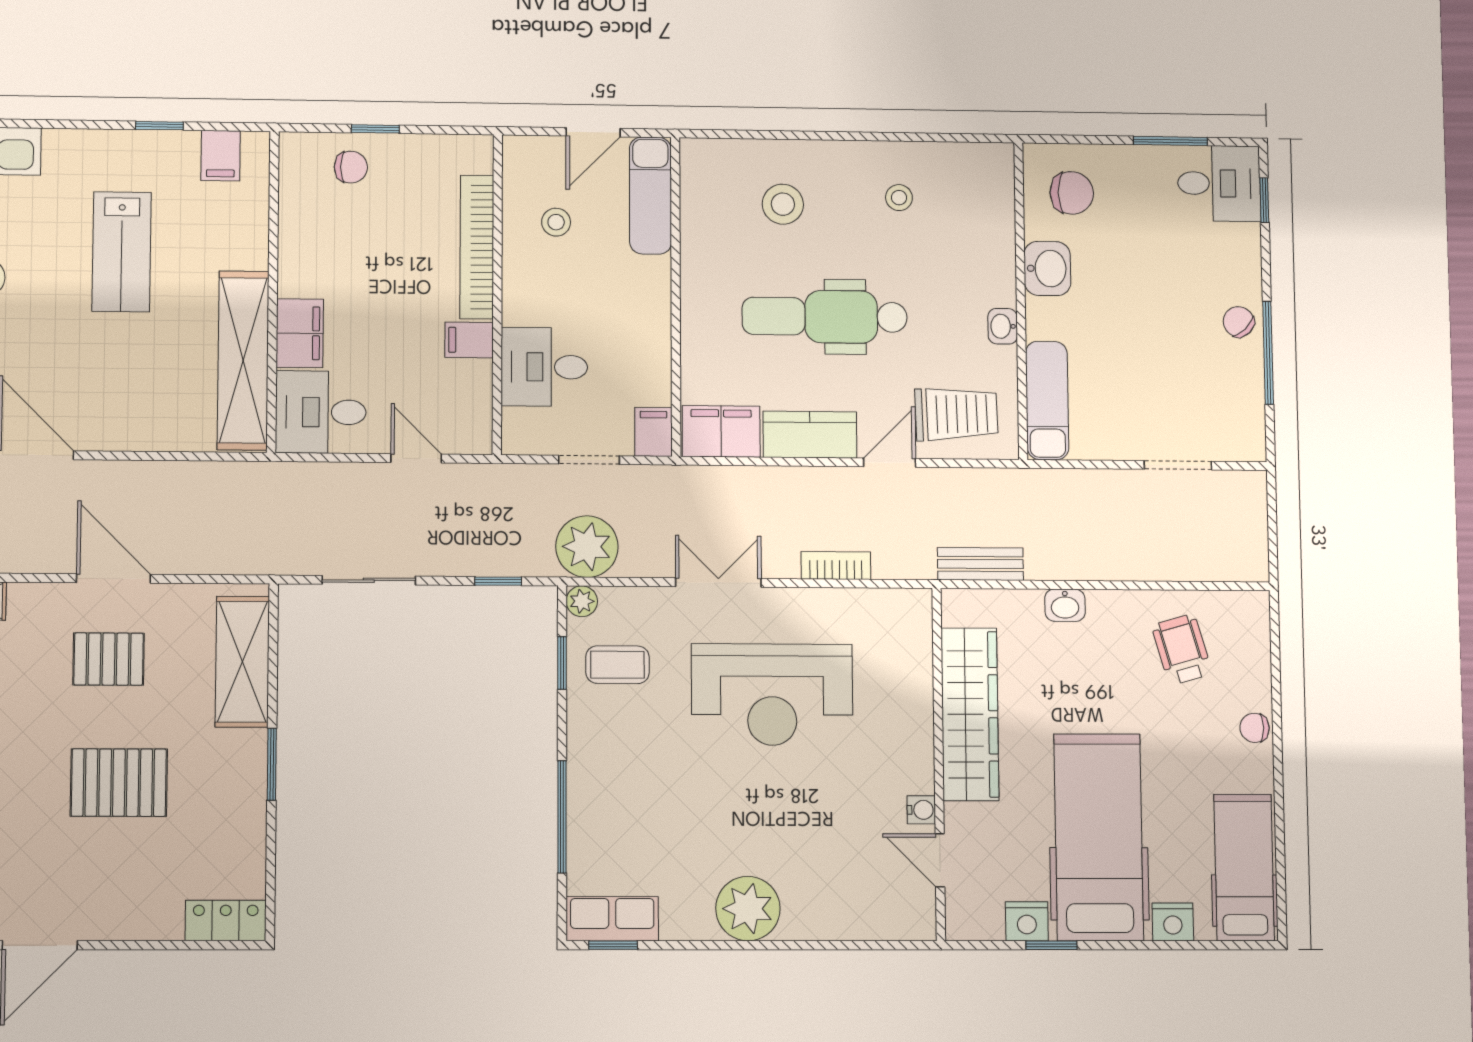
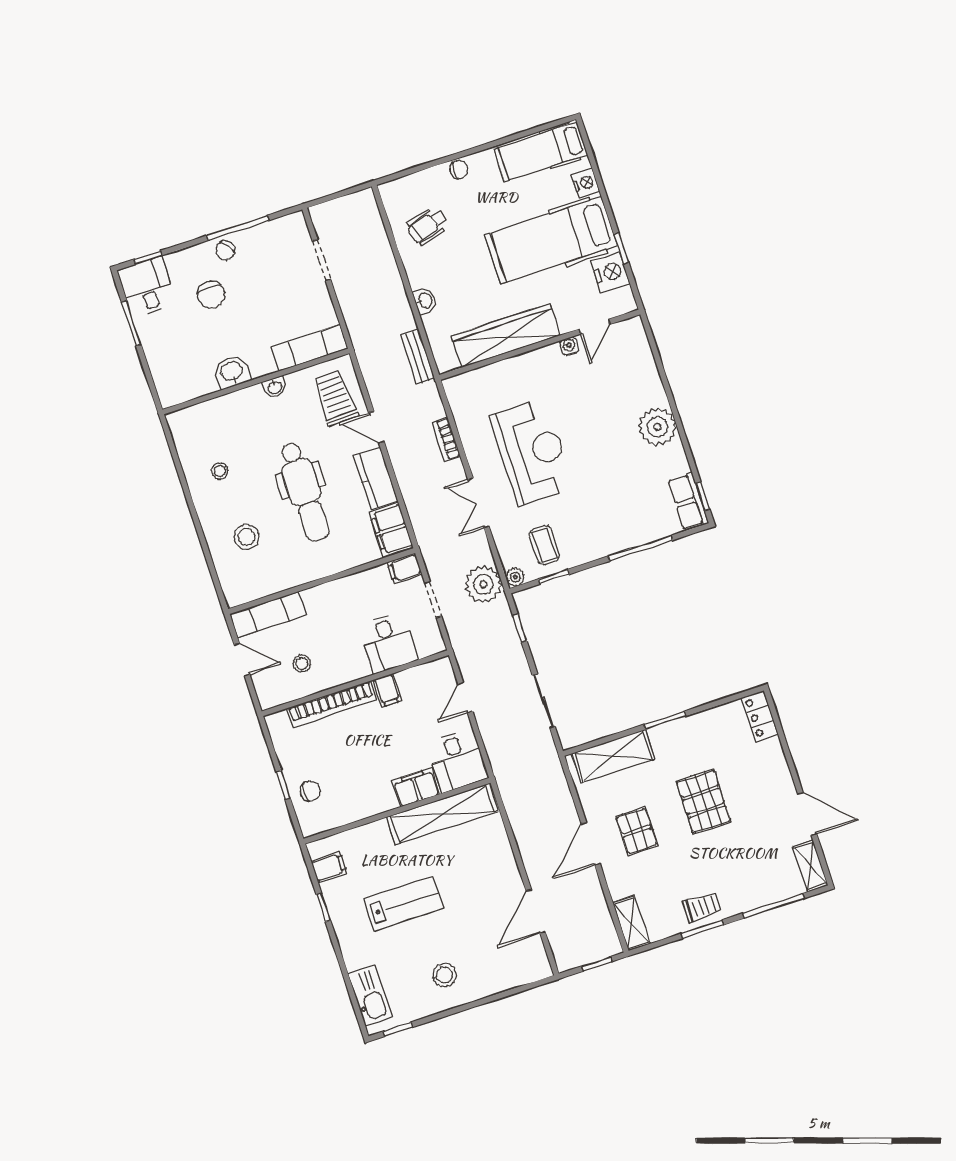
chair: (351, 167) -> (310, 791), turned 90
chair: (1072, 193) -> (211, 295), moved, turned 180
chair: (1255, 728) -> (459, 170), turned -90
nightstand: (1027, 921) -> (610, 272), width x1.36, depth x1.33

